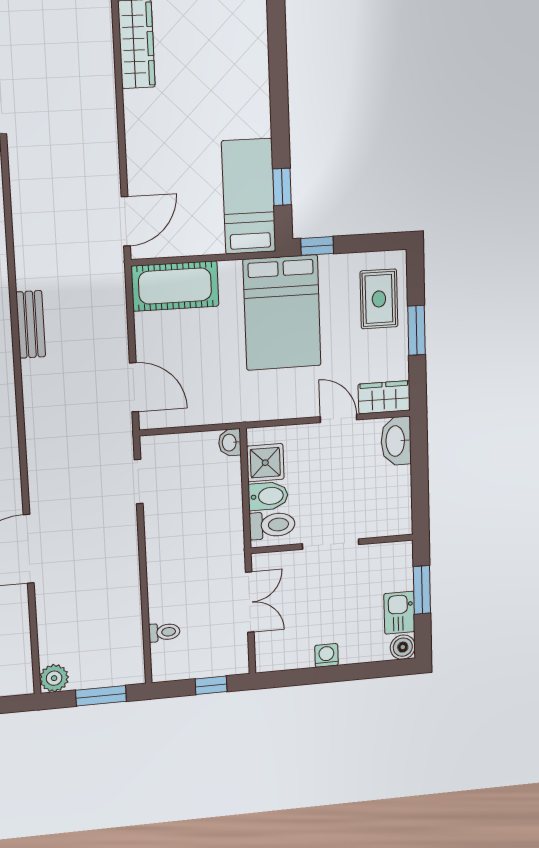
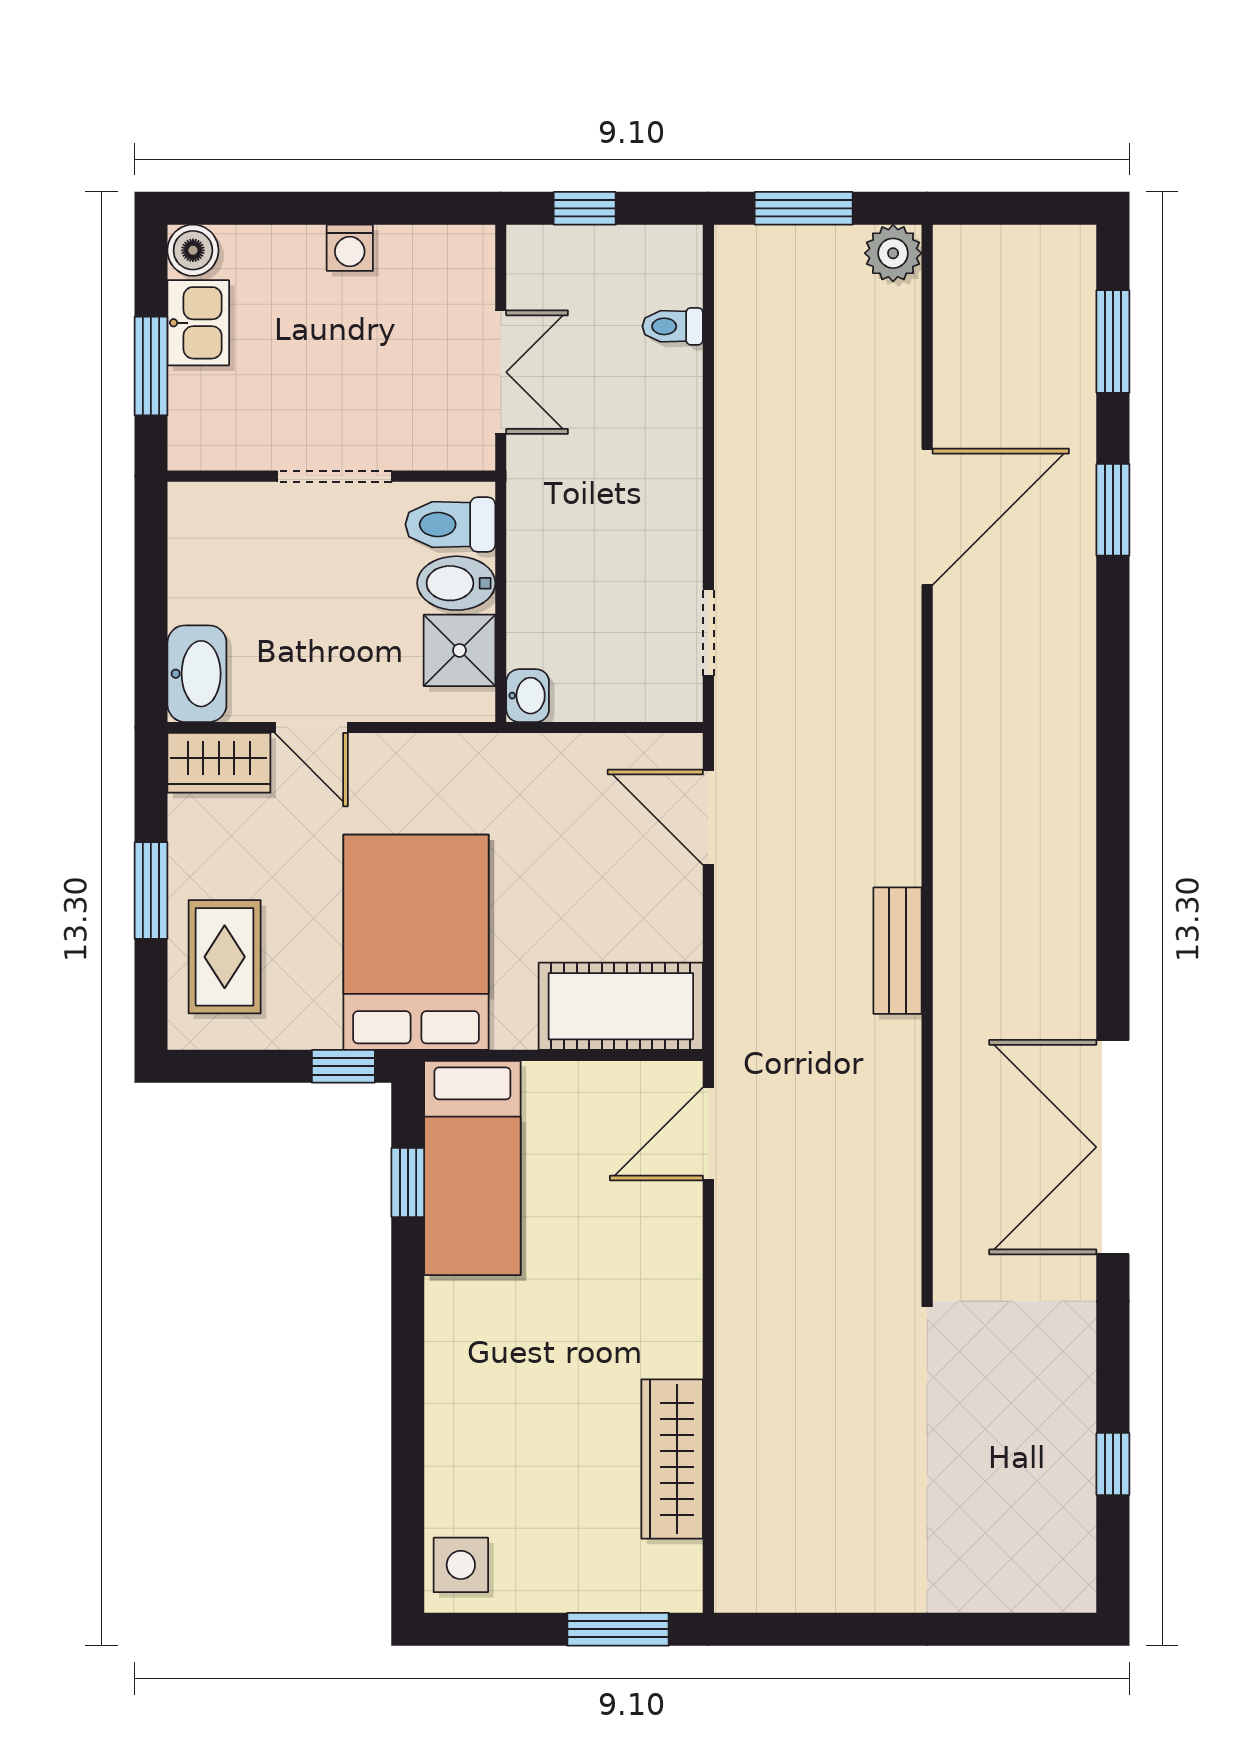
double door: (250, 602) -> (501, 372), swing flipped

